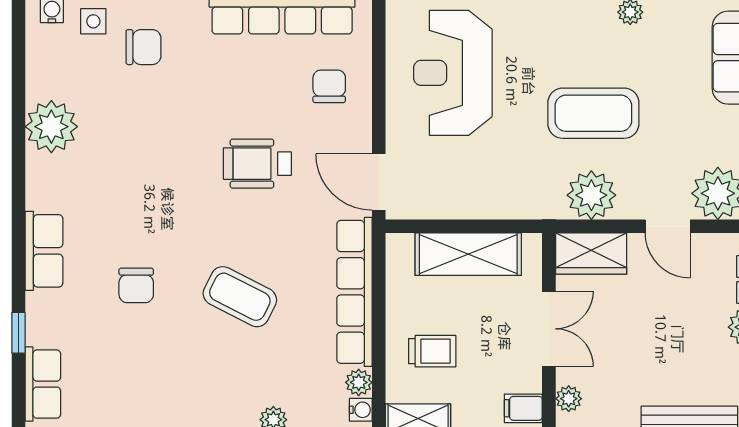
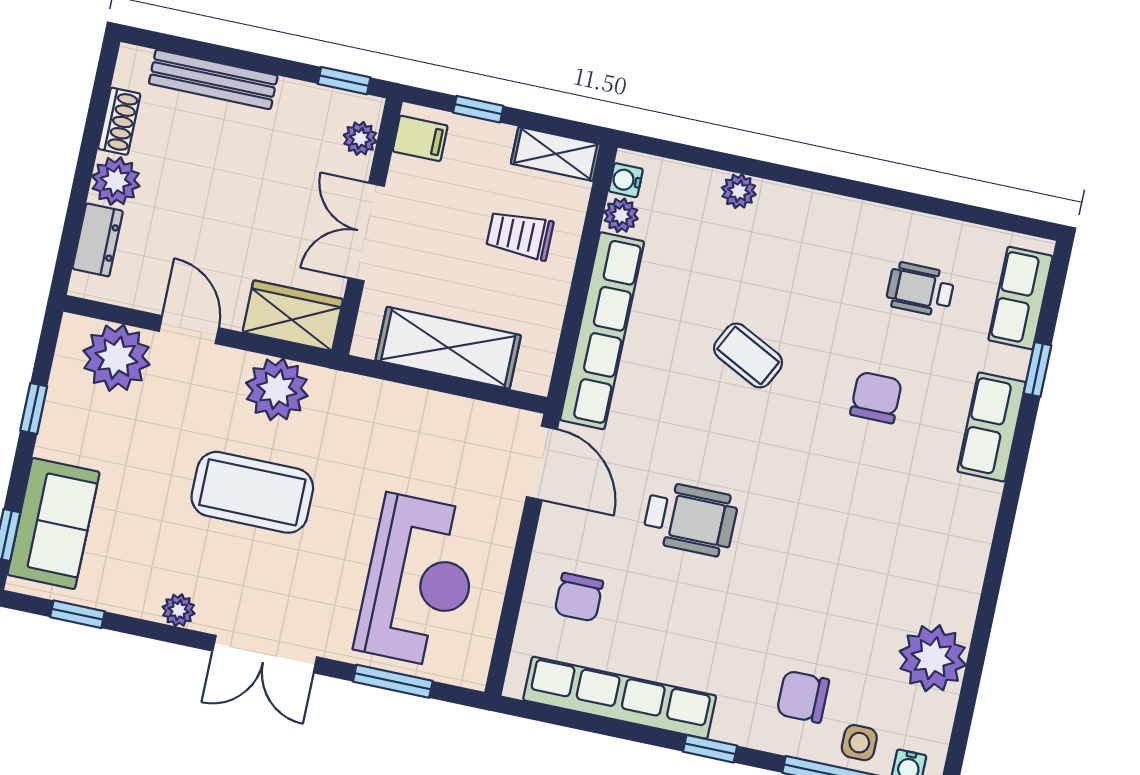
plant: (51, 127) -> (933, 658), moved
row of seats: (44, 251) -> (992, 427), moved
coffee table: (240, 297) -> (748, 355), width x0.73, depth x0.77
wheelchair: (120, 374) -> (920, 289), added

